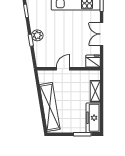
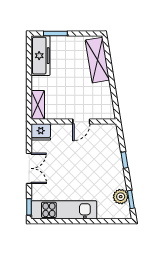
plant: (37, 35) -> (121, 197), moved
shelving: (95, 91) -> (38, 105), moved
shelving: (50, 107) -> (97, 60), width x0.68

